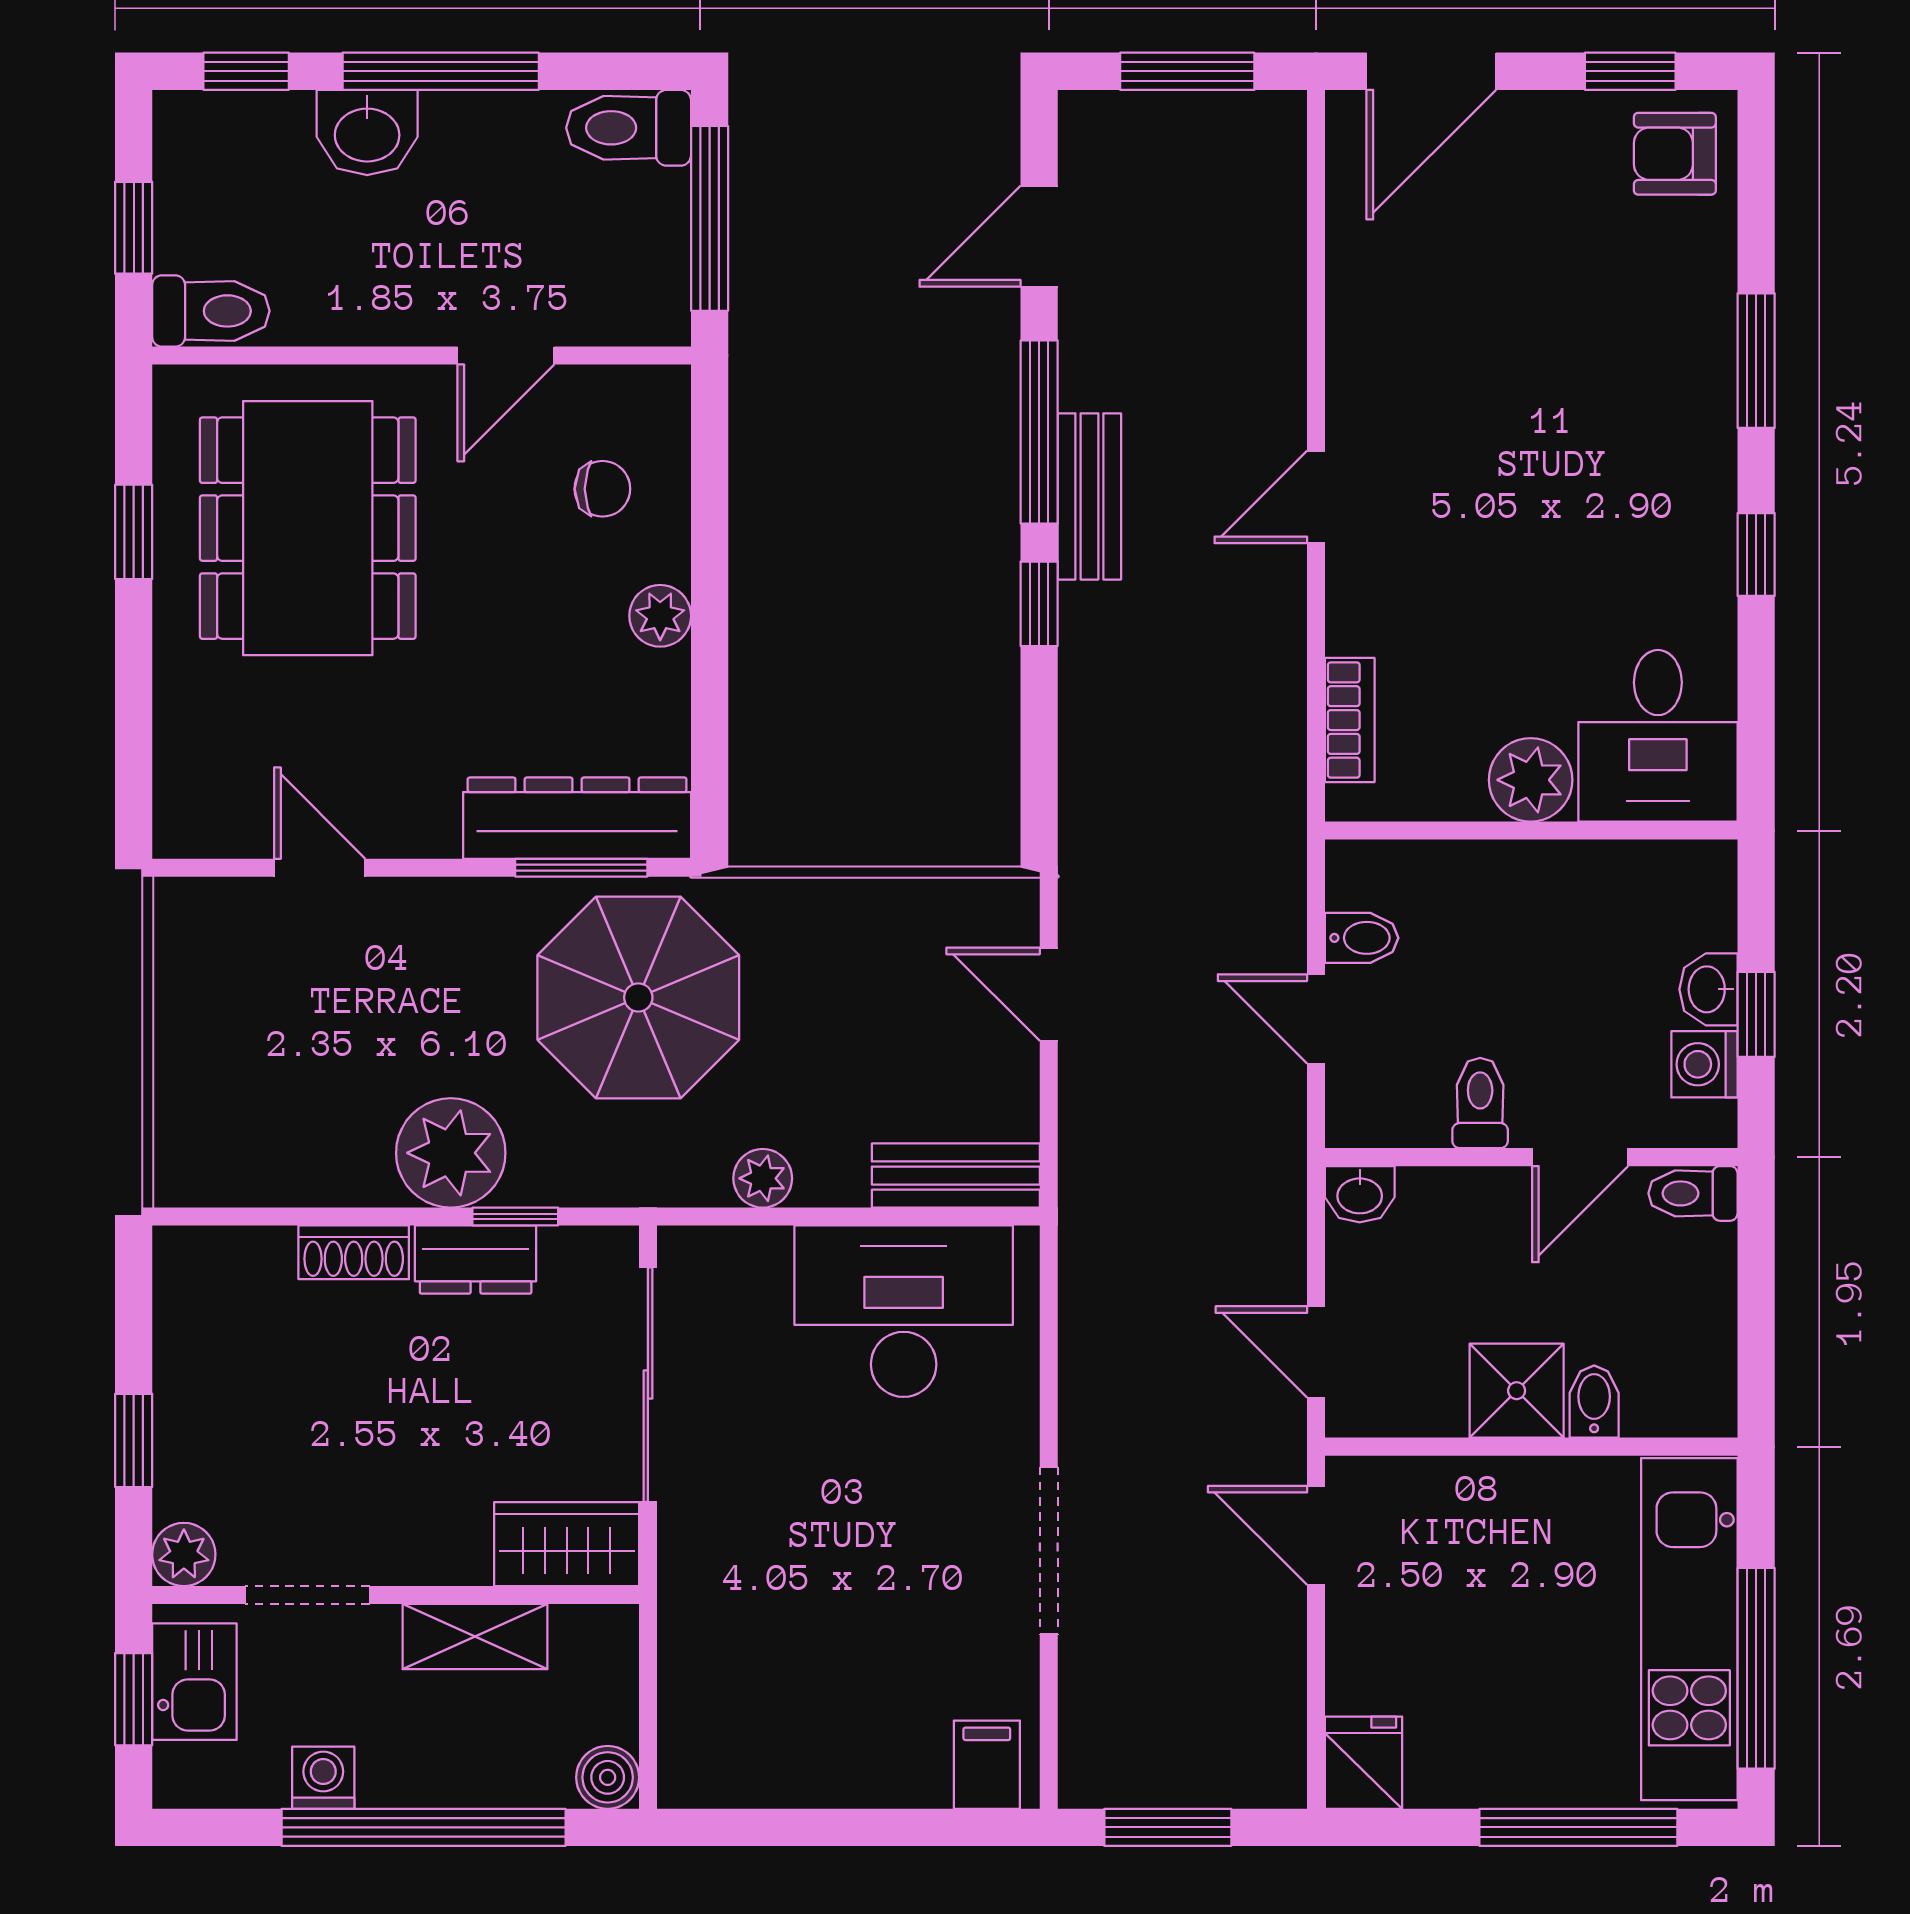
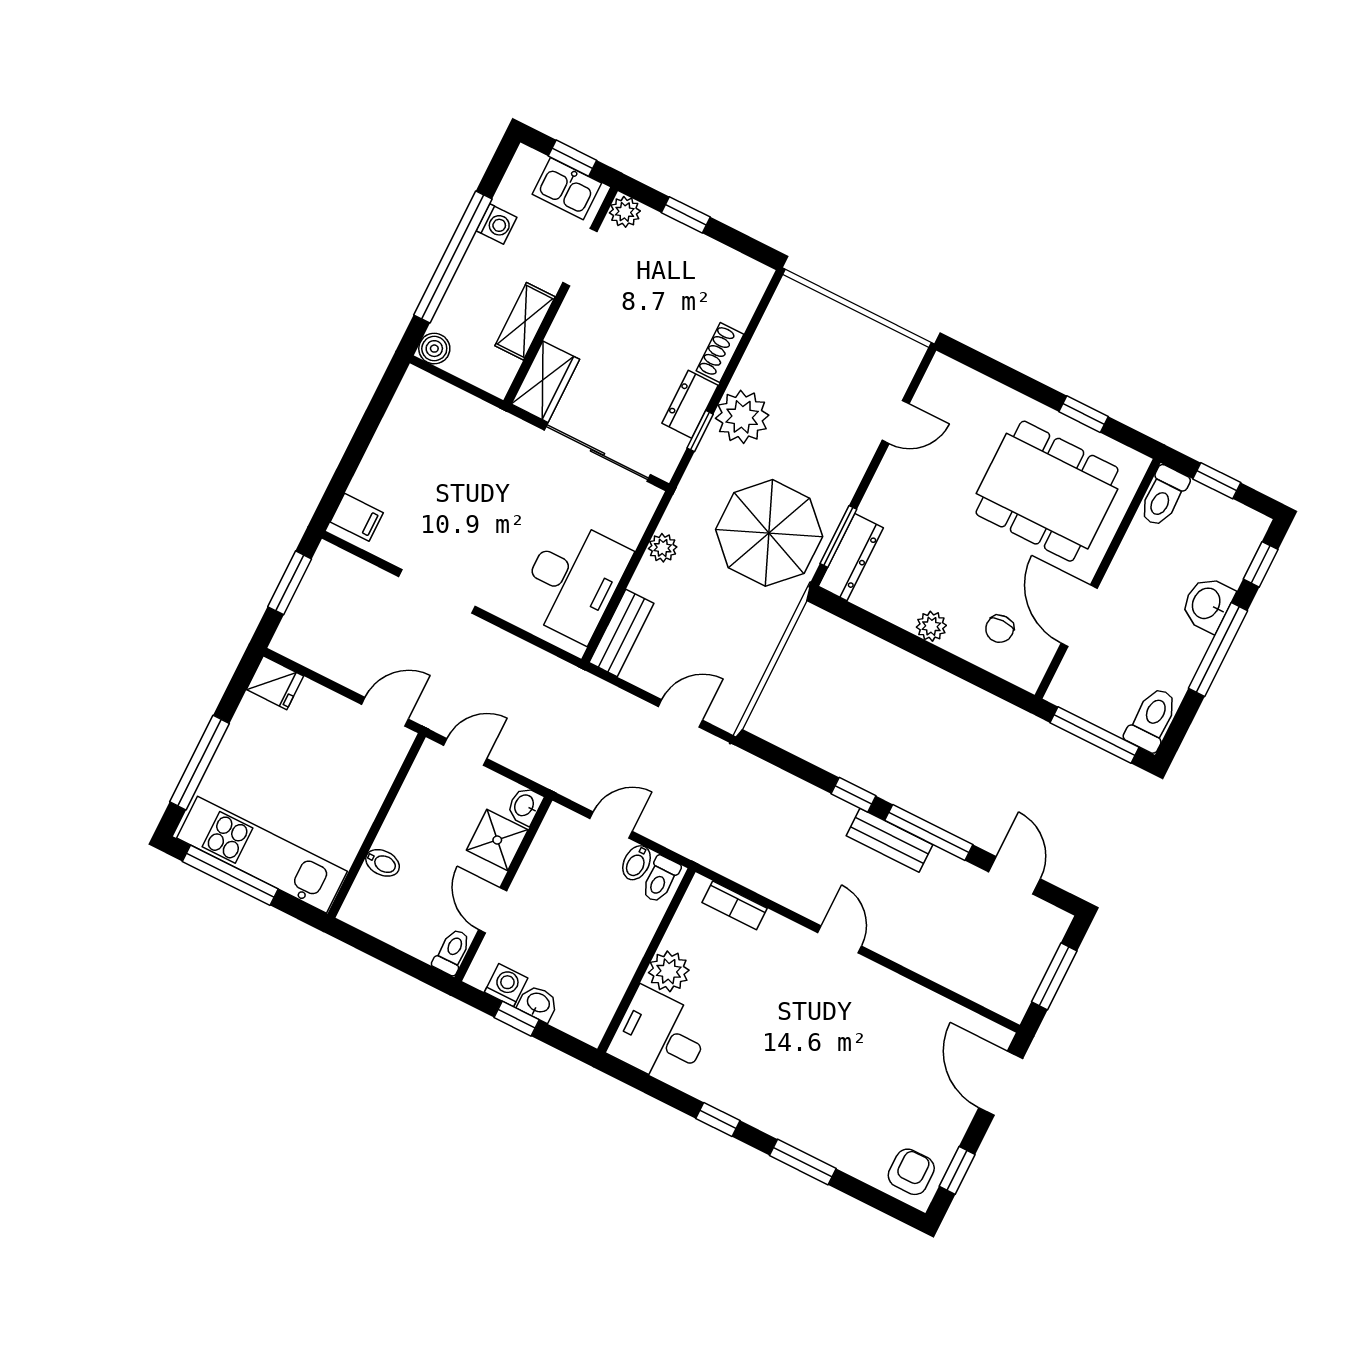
door: (506, 356) -> (1079, 616), width x1.38
dresser: (577, 818) -> (851, 557), width x0.73, depth x0.80
toilet: (1480, 1103) -> (660, 879), moved, turned 90
shower: (1517, 1391) -> (497, 840), moved

